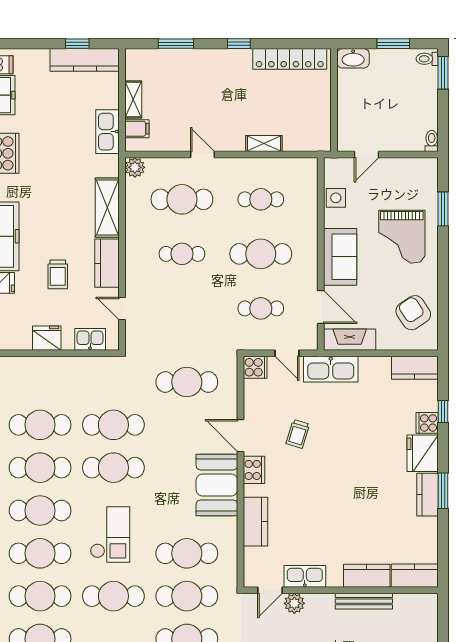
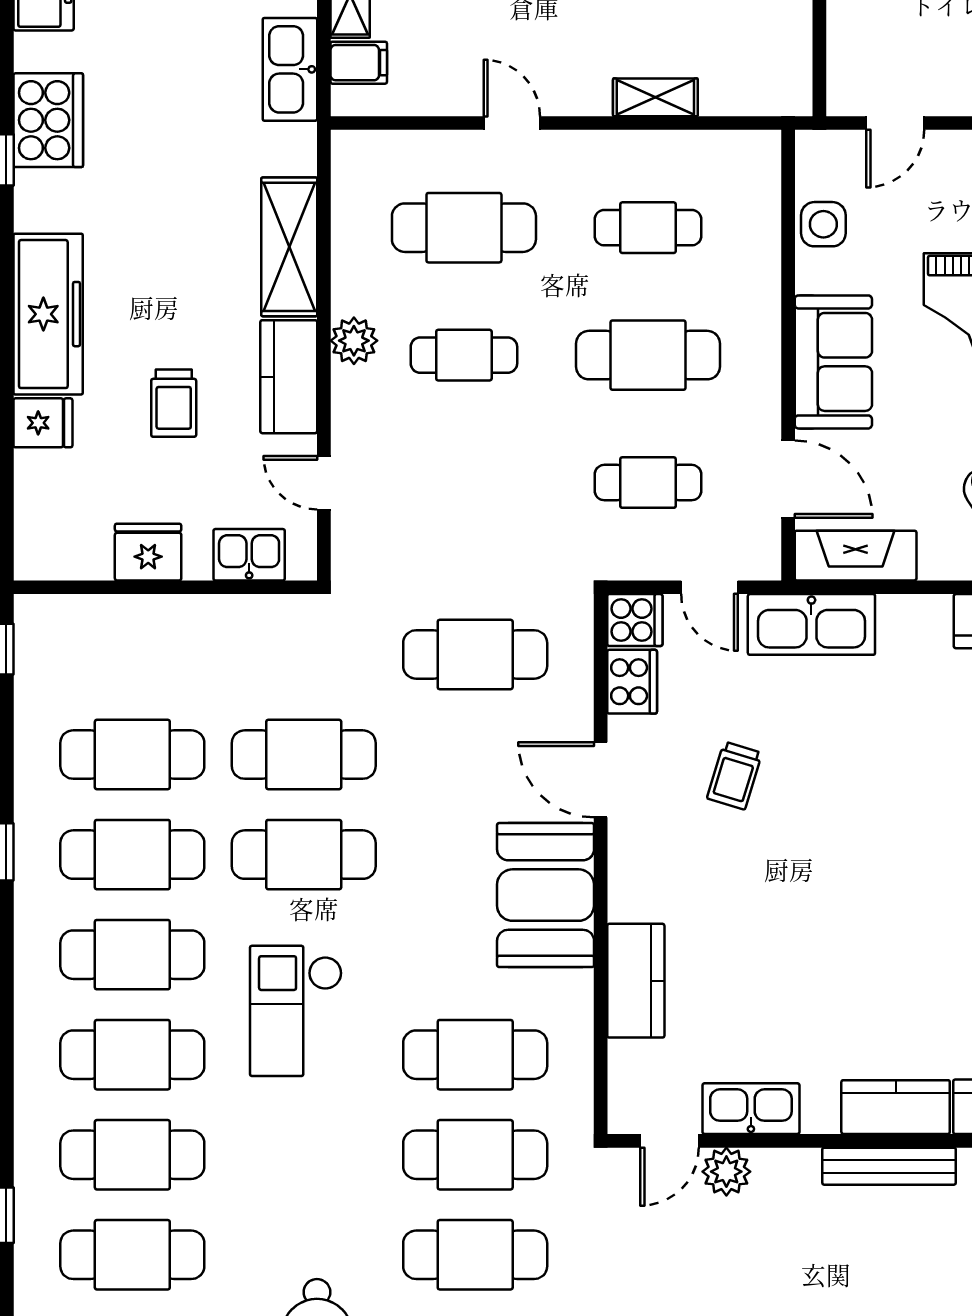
plant: (135, 167) -> (354, 341), moved
cooker: (254, 470) -> (632, 682), moved
checkout: (110, 535) -> (296, 1011), turned 180
cafe table: (113, 596) -> (304, 1155), removed

